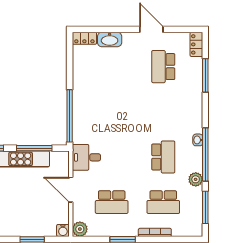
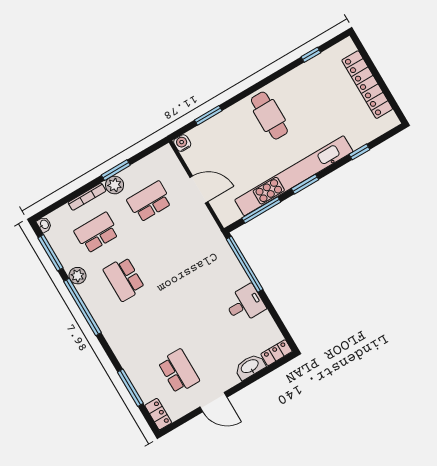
washbasin: (198, 140) -> (44, 224), moved
desk: (86, 157) -> (245, 304), moved
plant: (80, 229) -> (115, 185), moved

